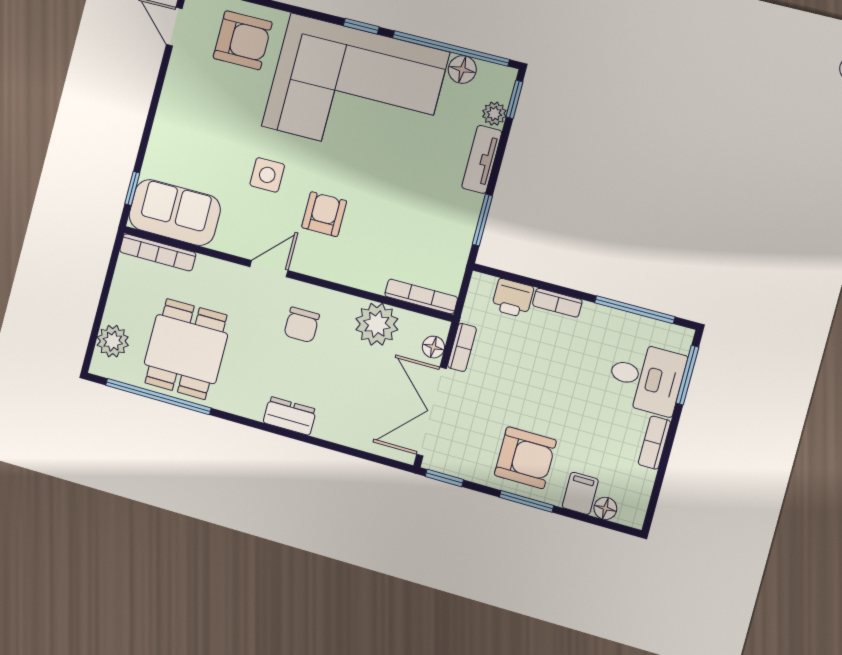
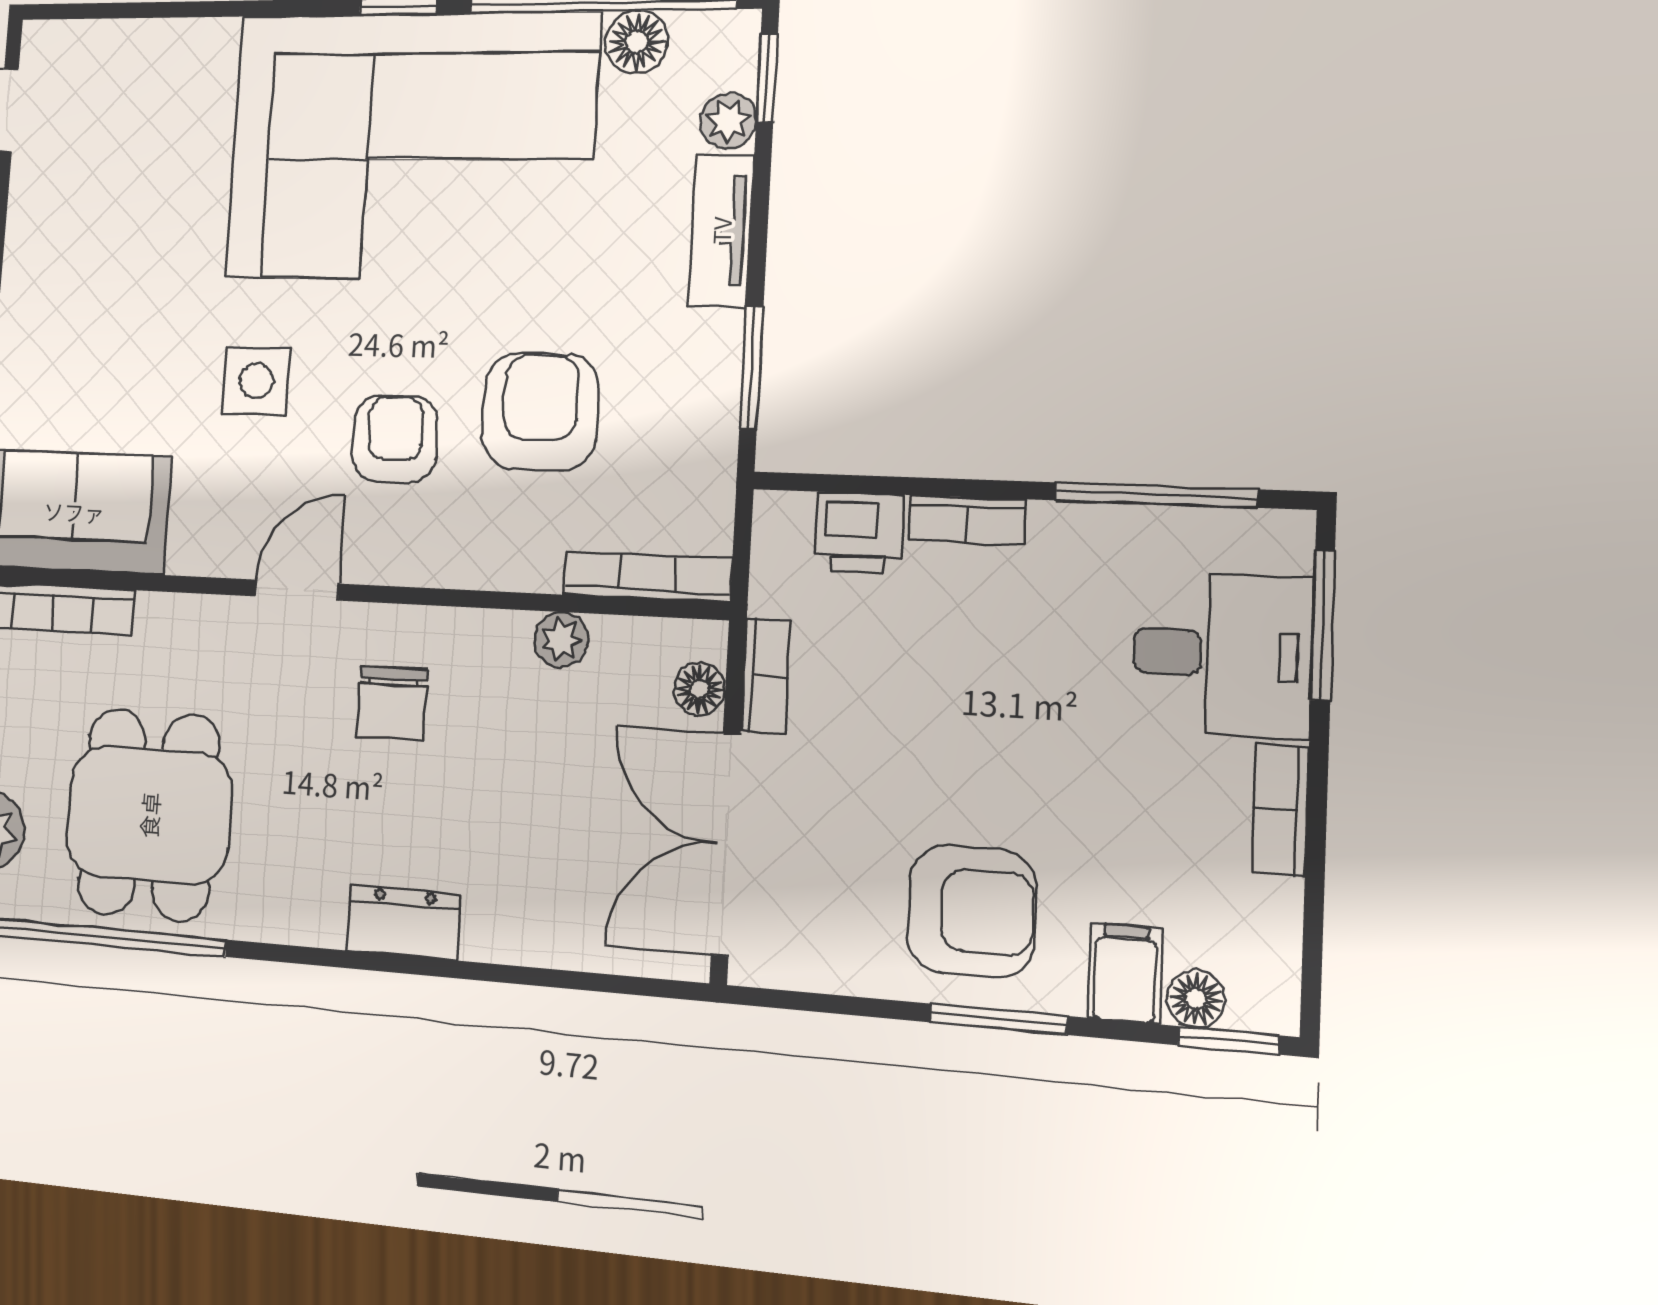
armchair: (243, 40) -> (540, 412), moved, turned -90
plant: (377, 324) -> (561, 640), width x0.53, depth x0.53
window: (444, 478) -> (1228, 1040), moved

